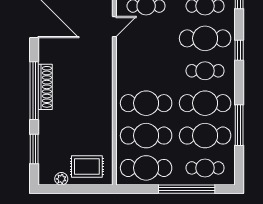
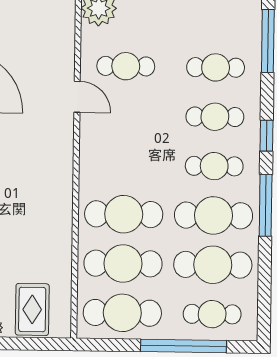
door: (114, 27) -> (77, 97), hinge flipped
cafe table: (205, 38) -> (215, 117), width x0.73, depth x0.74
window: (239, 125) -> (266, 205), moved
rug: (87, 167) -> (32, 309), turned 90

